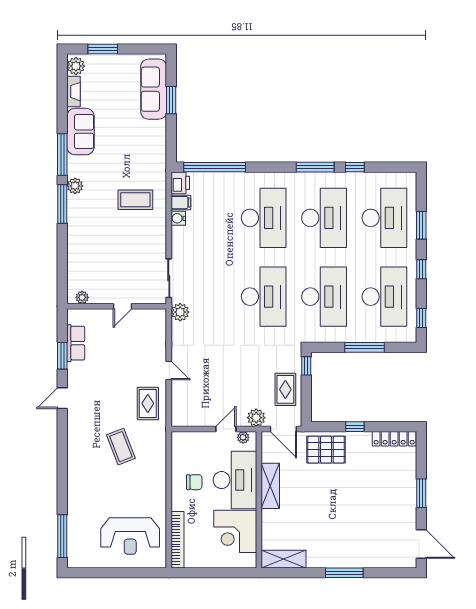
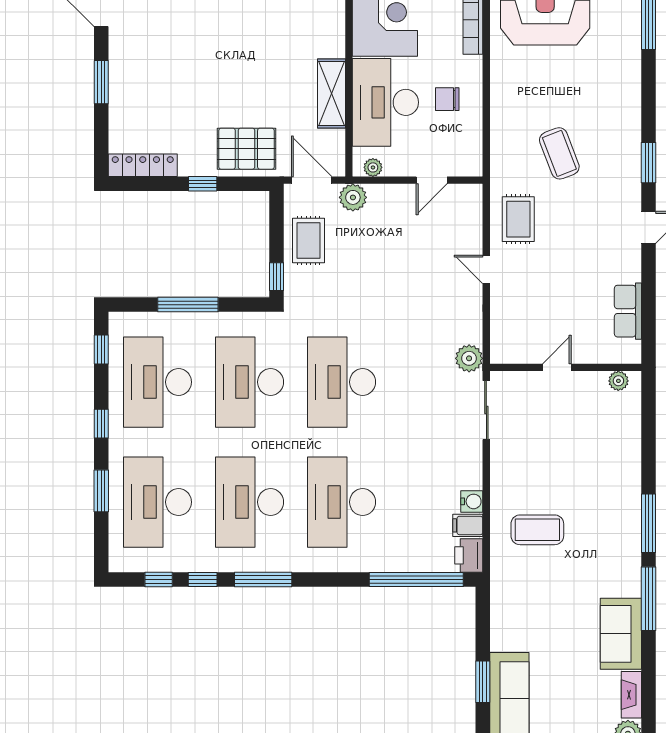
window: (384, 167) -> (159, 579), added
plant: (75, 186) -> (629, 551), removed
window: (62, 356) -> (649, 163), moved
door: (226, 429) -> (432, 180), moved

